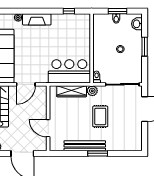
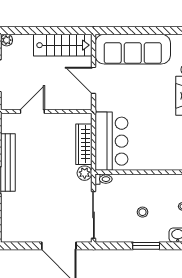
rug: (100, 116) -> (49, 184), removed

